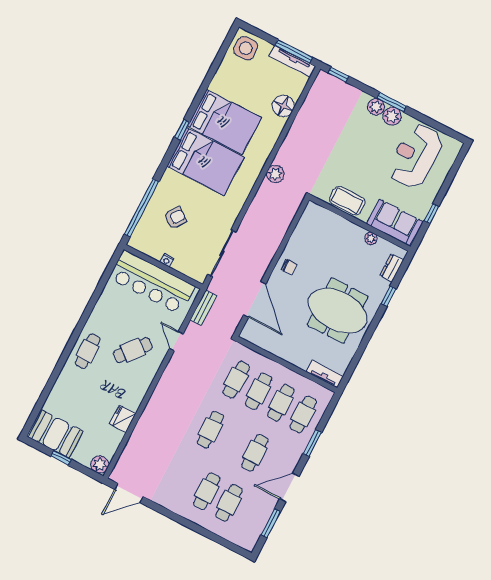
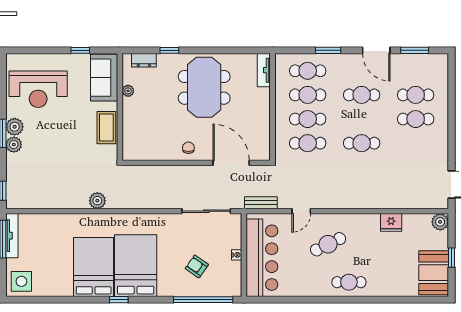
floor lamp: (283, 106) -> (54, 224), removed
plant: (275, 174) -> (97, 201), moved
door: (255, 299) -> (231, 163), hinge flipped
cafe table: (133, 350) -> (328, 244), turned -66

